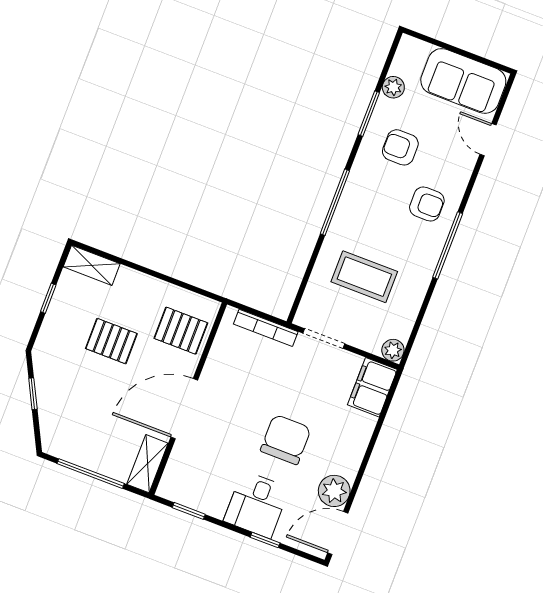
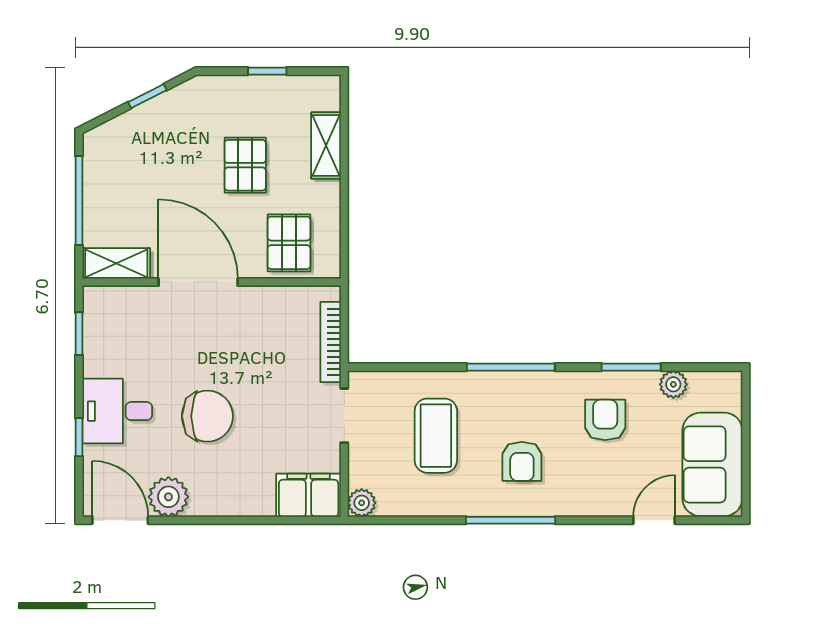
armchair: (427, 204) -> (522, 461), moved
shelving: (92, 265) -> (326, 145), moved

